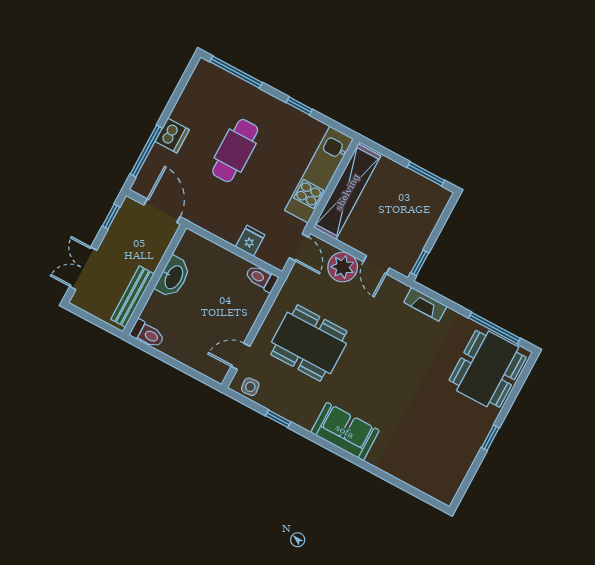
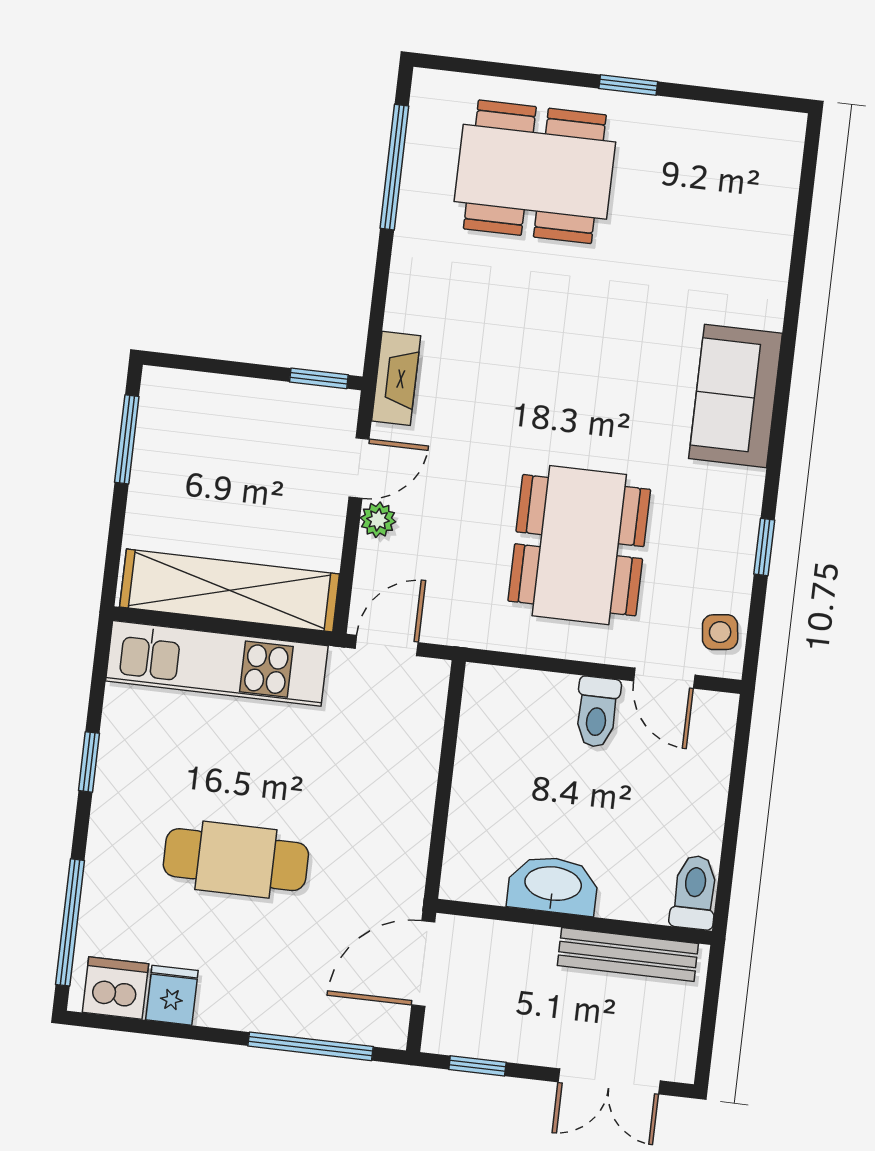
dishwasher: (172, 136) -> (115, 988), moved
fridge: (250, 241) -> (172, 995), moved, turned 90
plant: (343, 267) -> (378, 520), width x0.53, depth x0.53
toilet: (261, 278) -> (597, 712), moved
fireplace: (425, 304) -> (396, 378), moved
dining table: (488, 369) -> (535, 172), moved

